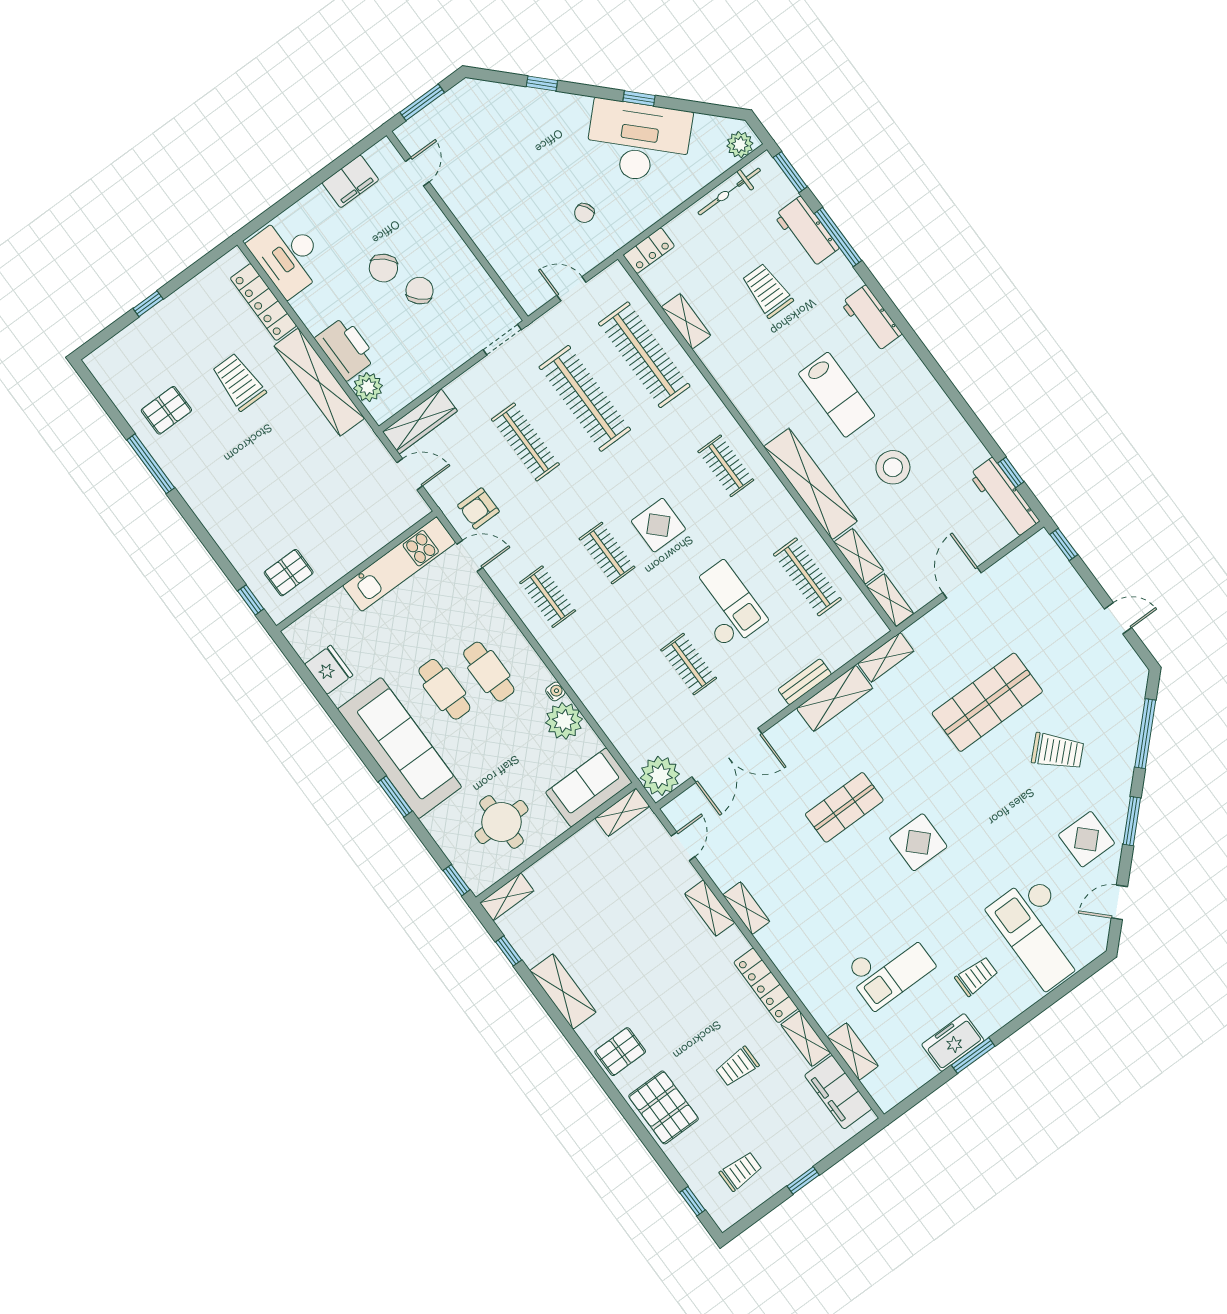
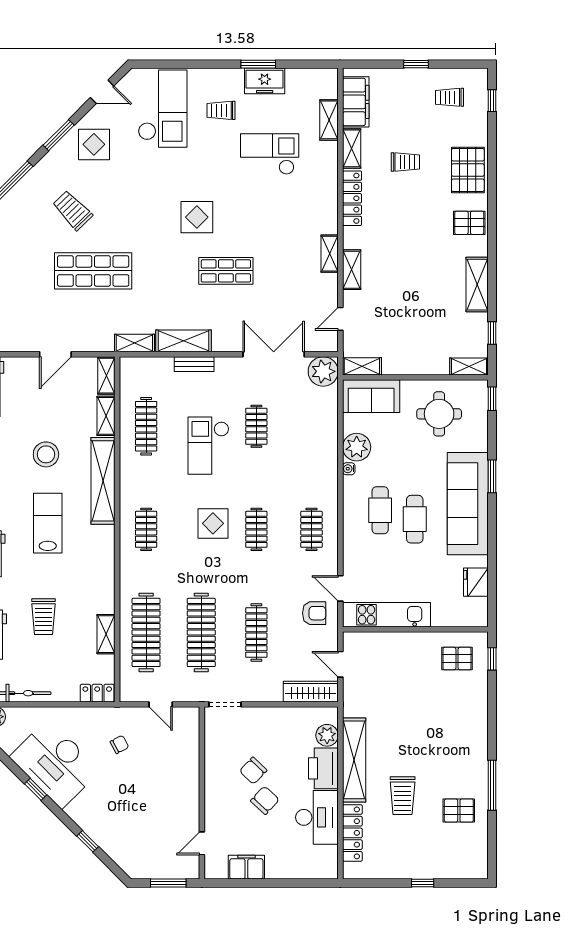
desk: (288, 256) -> (317, 817), moved

